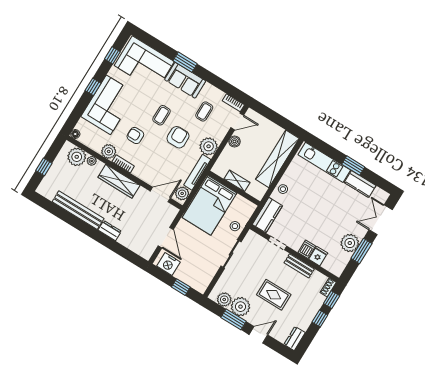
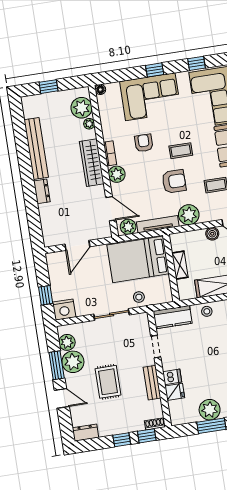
plant: (109, 151) -> (117, 174), moved
nightstand: (169, 264) -> (64, 310), moved, turned -90

